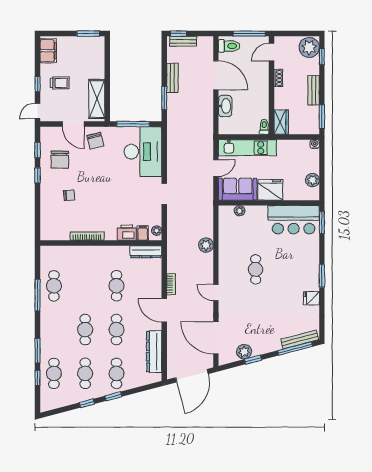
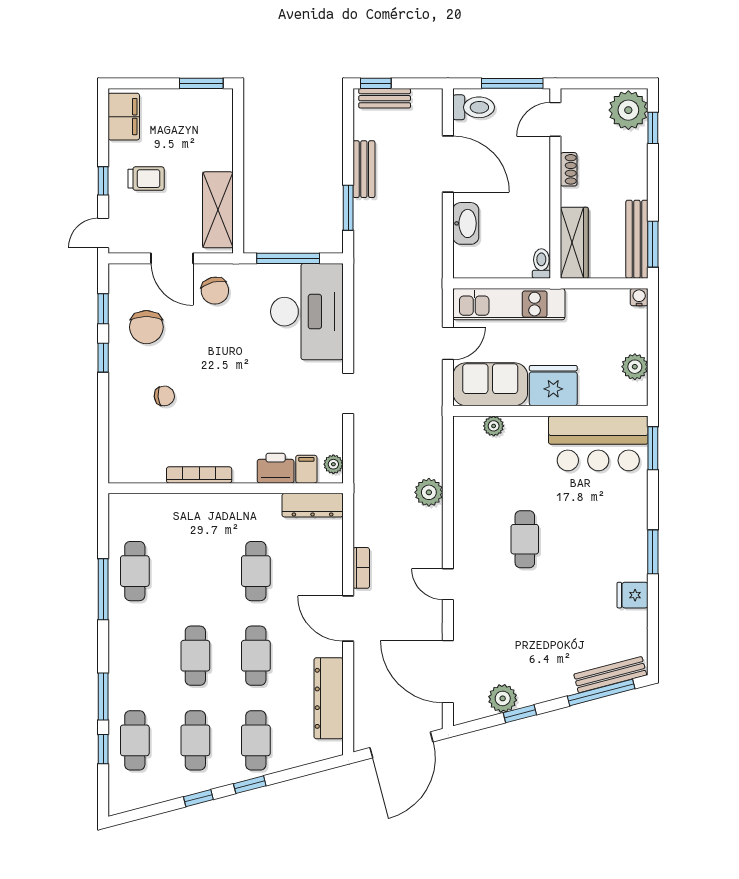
bench: (314, 90) -> (637, 239), moved, width x1.36
wardrobe: (281, 122) -> (574, 243), width x1.50

